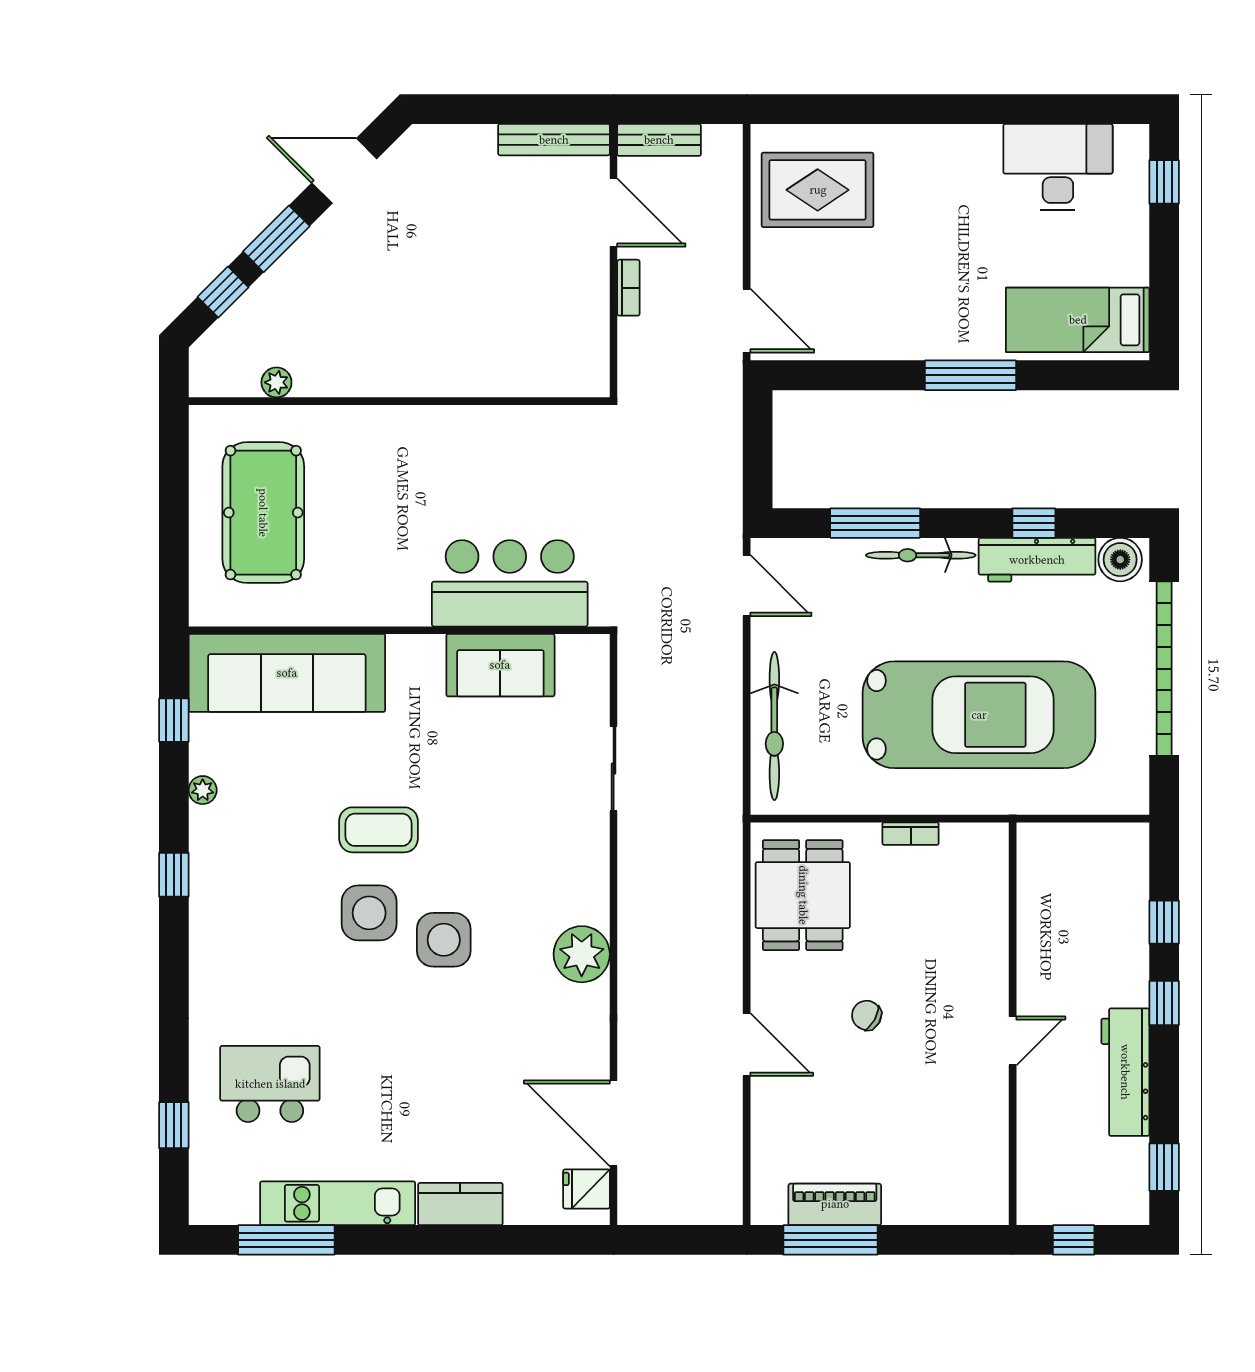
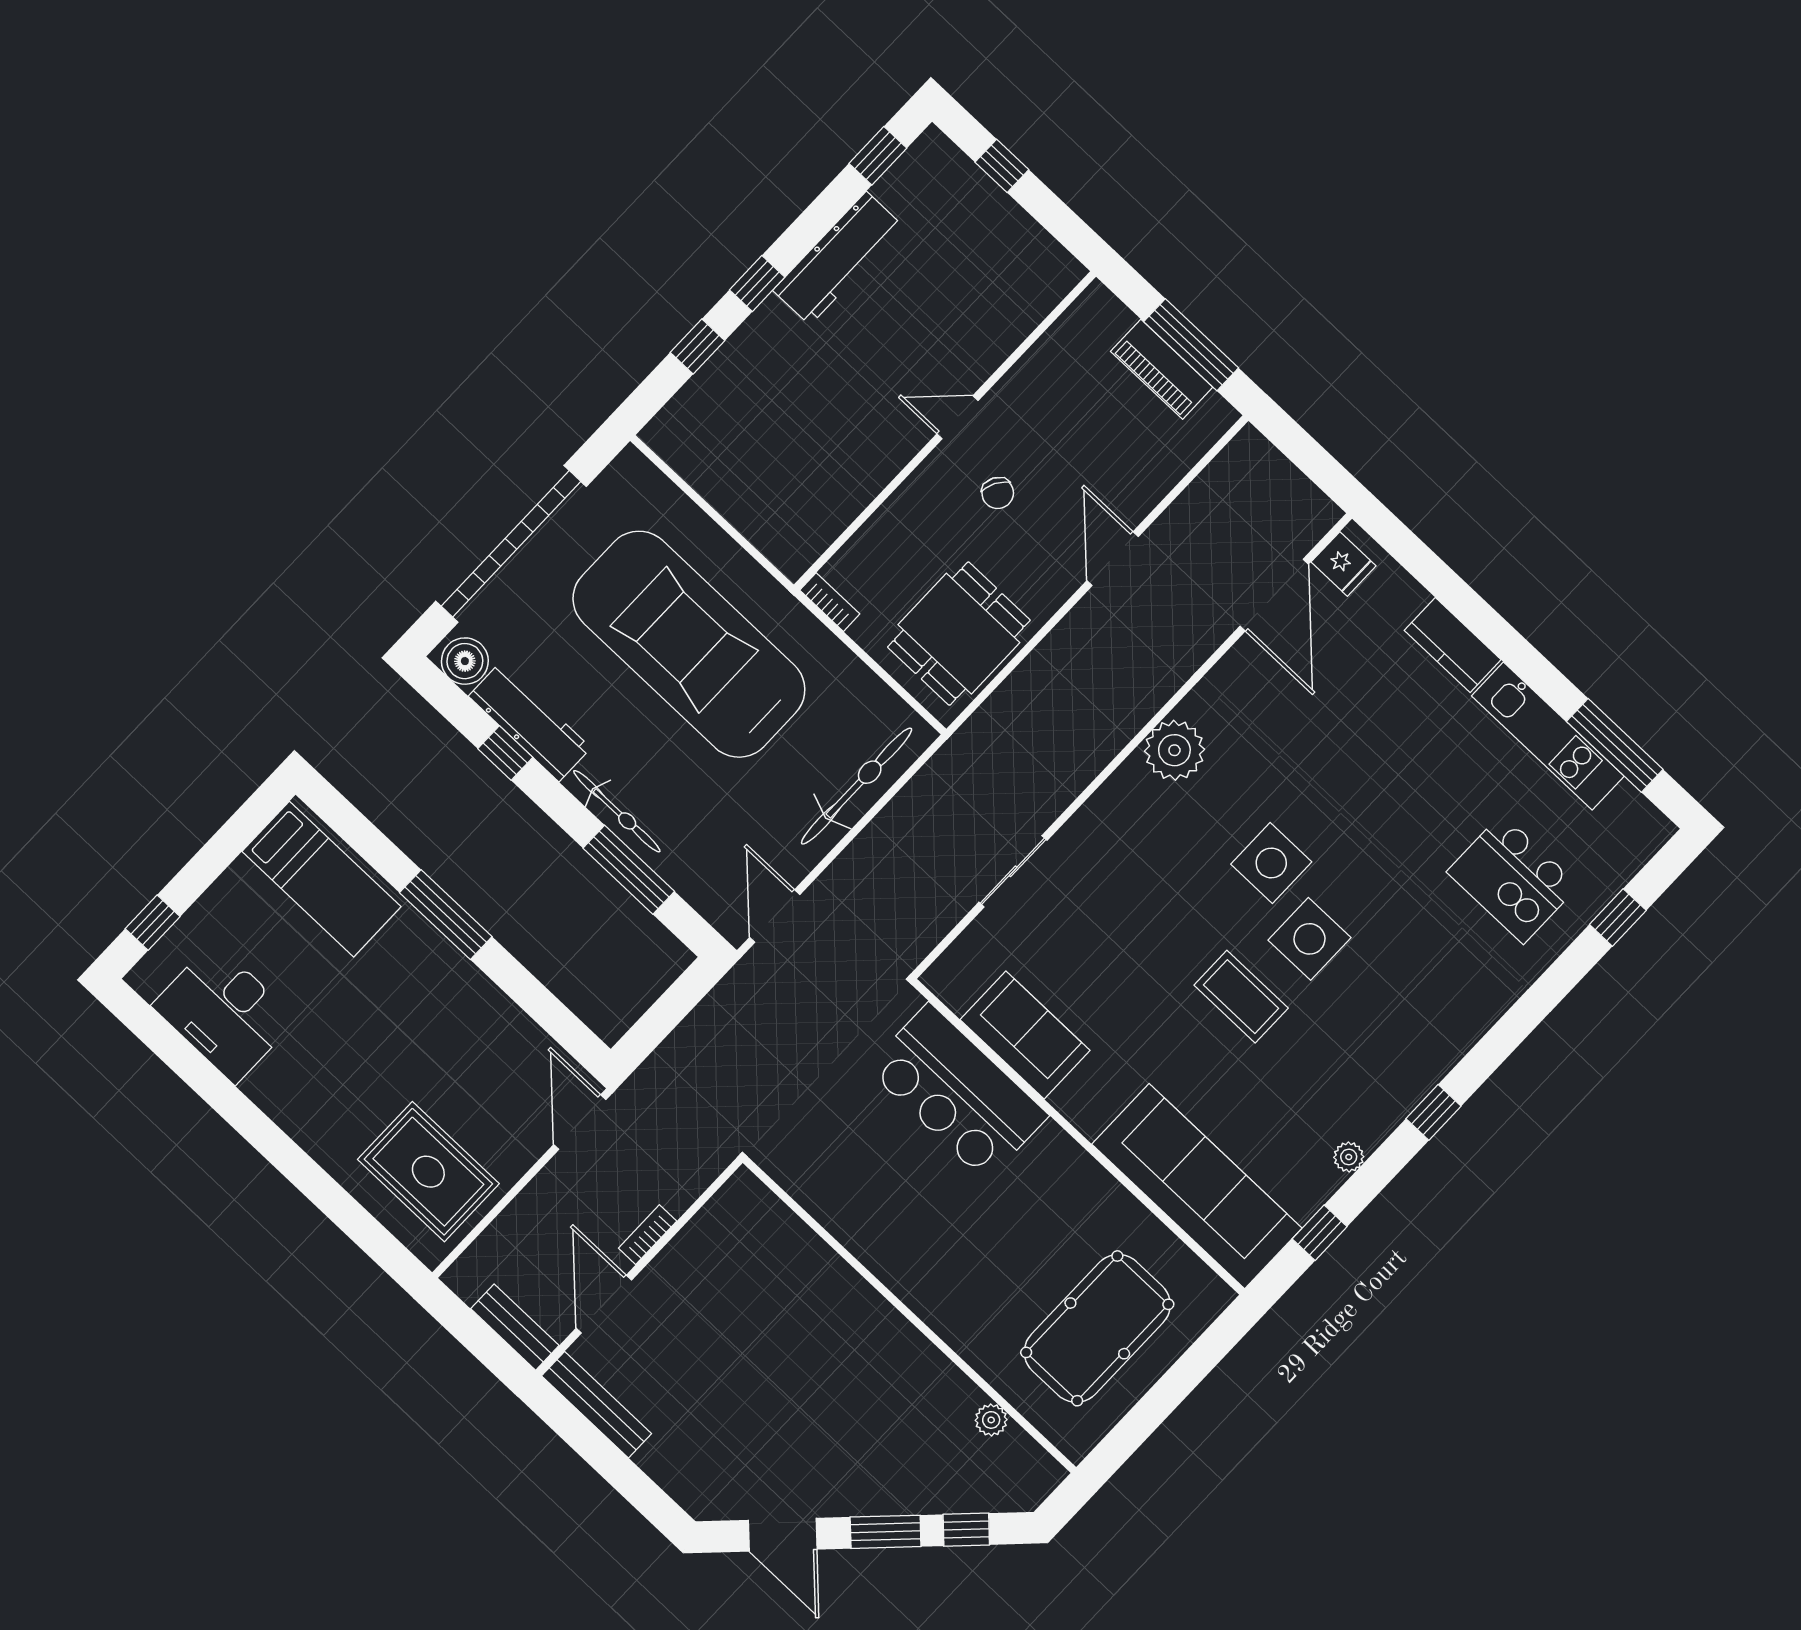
wall: (1013, 1024) -> (945, 431), moved
door: (1013, 1041) -> (958, 417), moved

